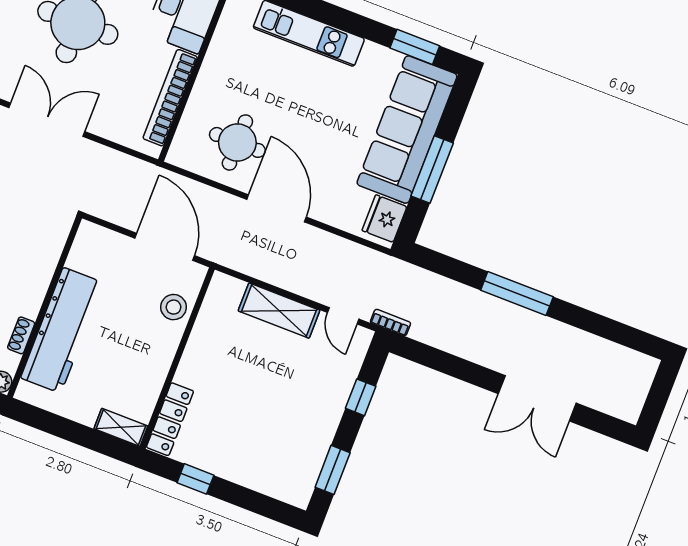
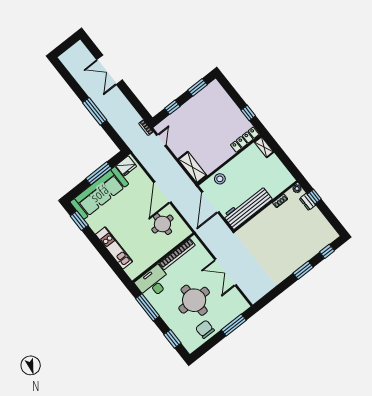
shelving: (279, 311) -> (192, 167), moved
workbench: (62, 330) -> (248, 207), moved
double door: (537, 398) -> (110, 70), swing flipped

